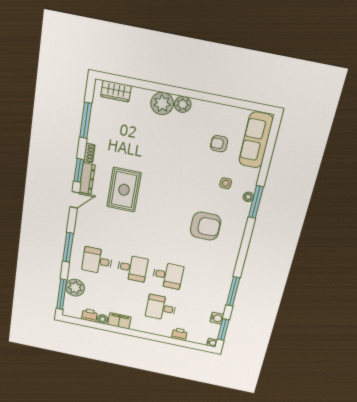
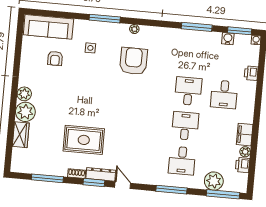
wardrobe: (116, 91) -> (21, 135), moved
rug: (124, 190) -> (84, 140), moved
plant: (248, 197) -> (134, 29), moved

